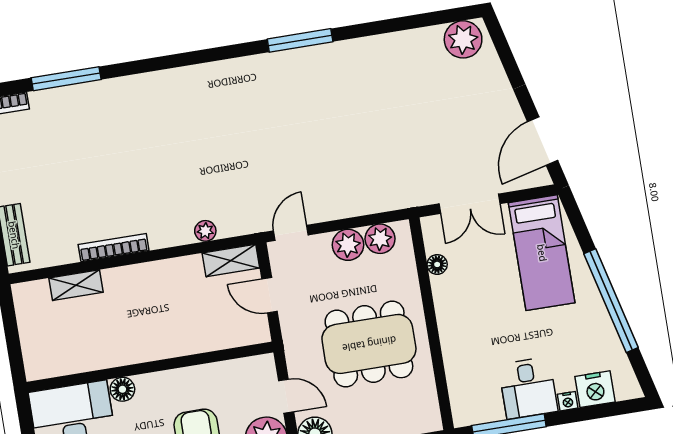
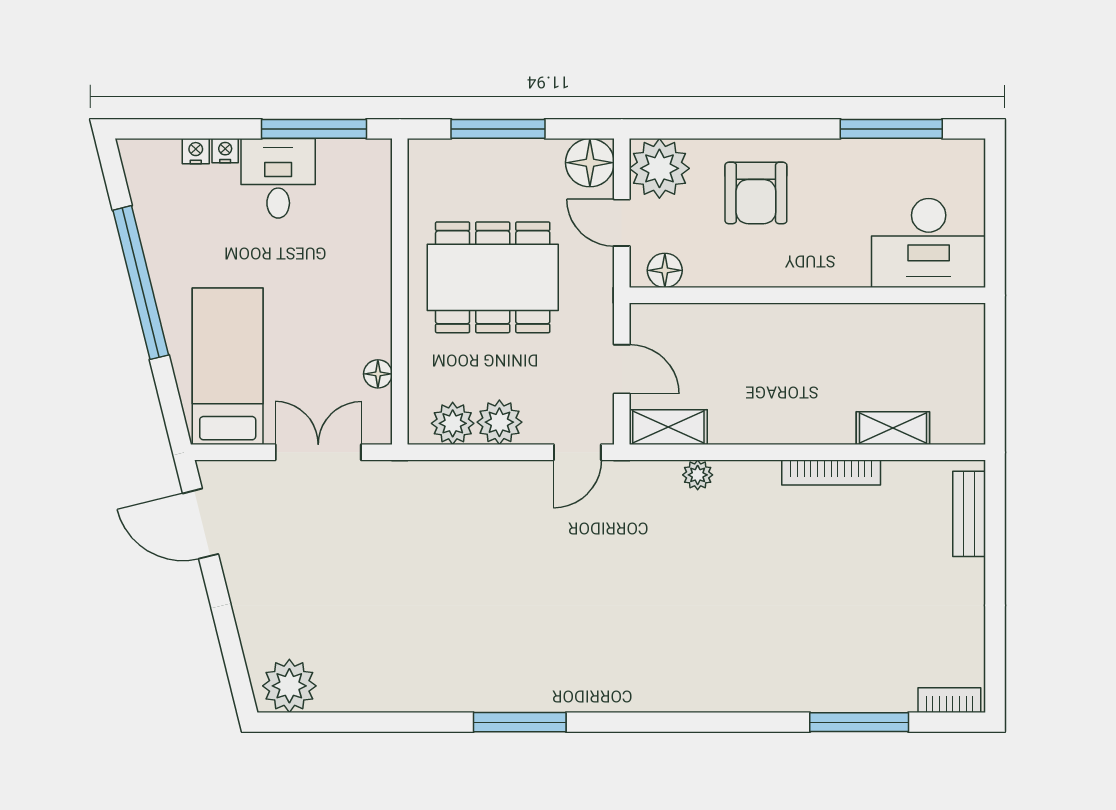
door: (543, 141) -> (201, 524), swing flipped
floor lamp: (122, 389) -> (665, 270), moved
nightstand: (595, 389) -> (196, 151), width x0.53, depth x0.56

